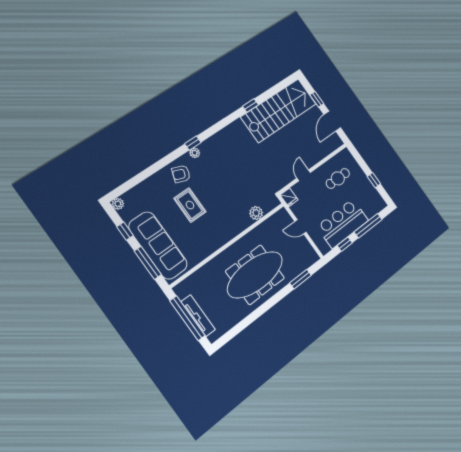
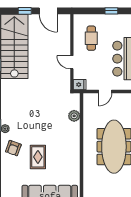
rug: (190, 205) -> (38, 157), turned 90

